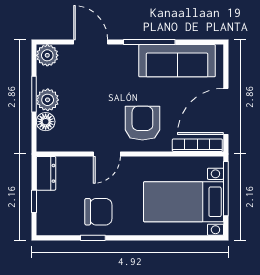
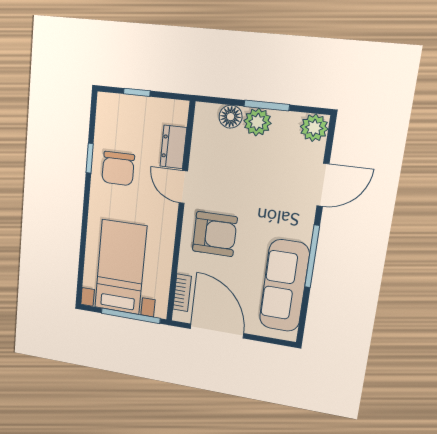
bookcase: (197, 145) -> (182, 293), width x0.64
dresser: (46, 173) -> (173, 147), moved, turned 90

